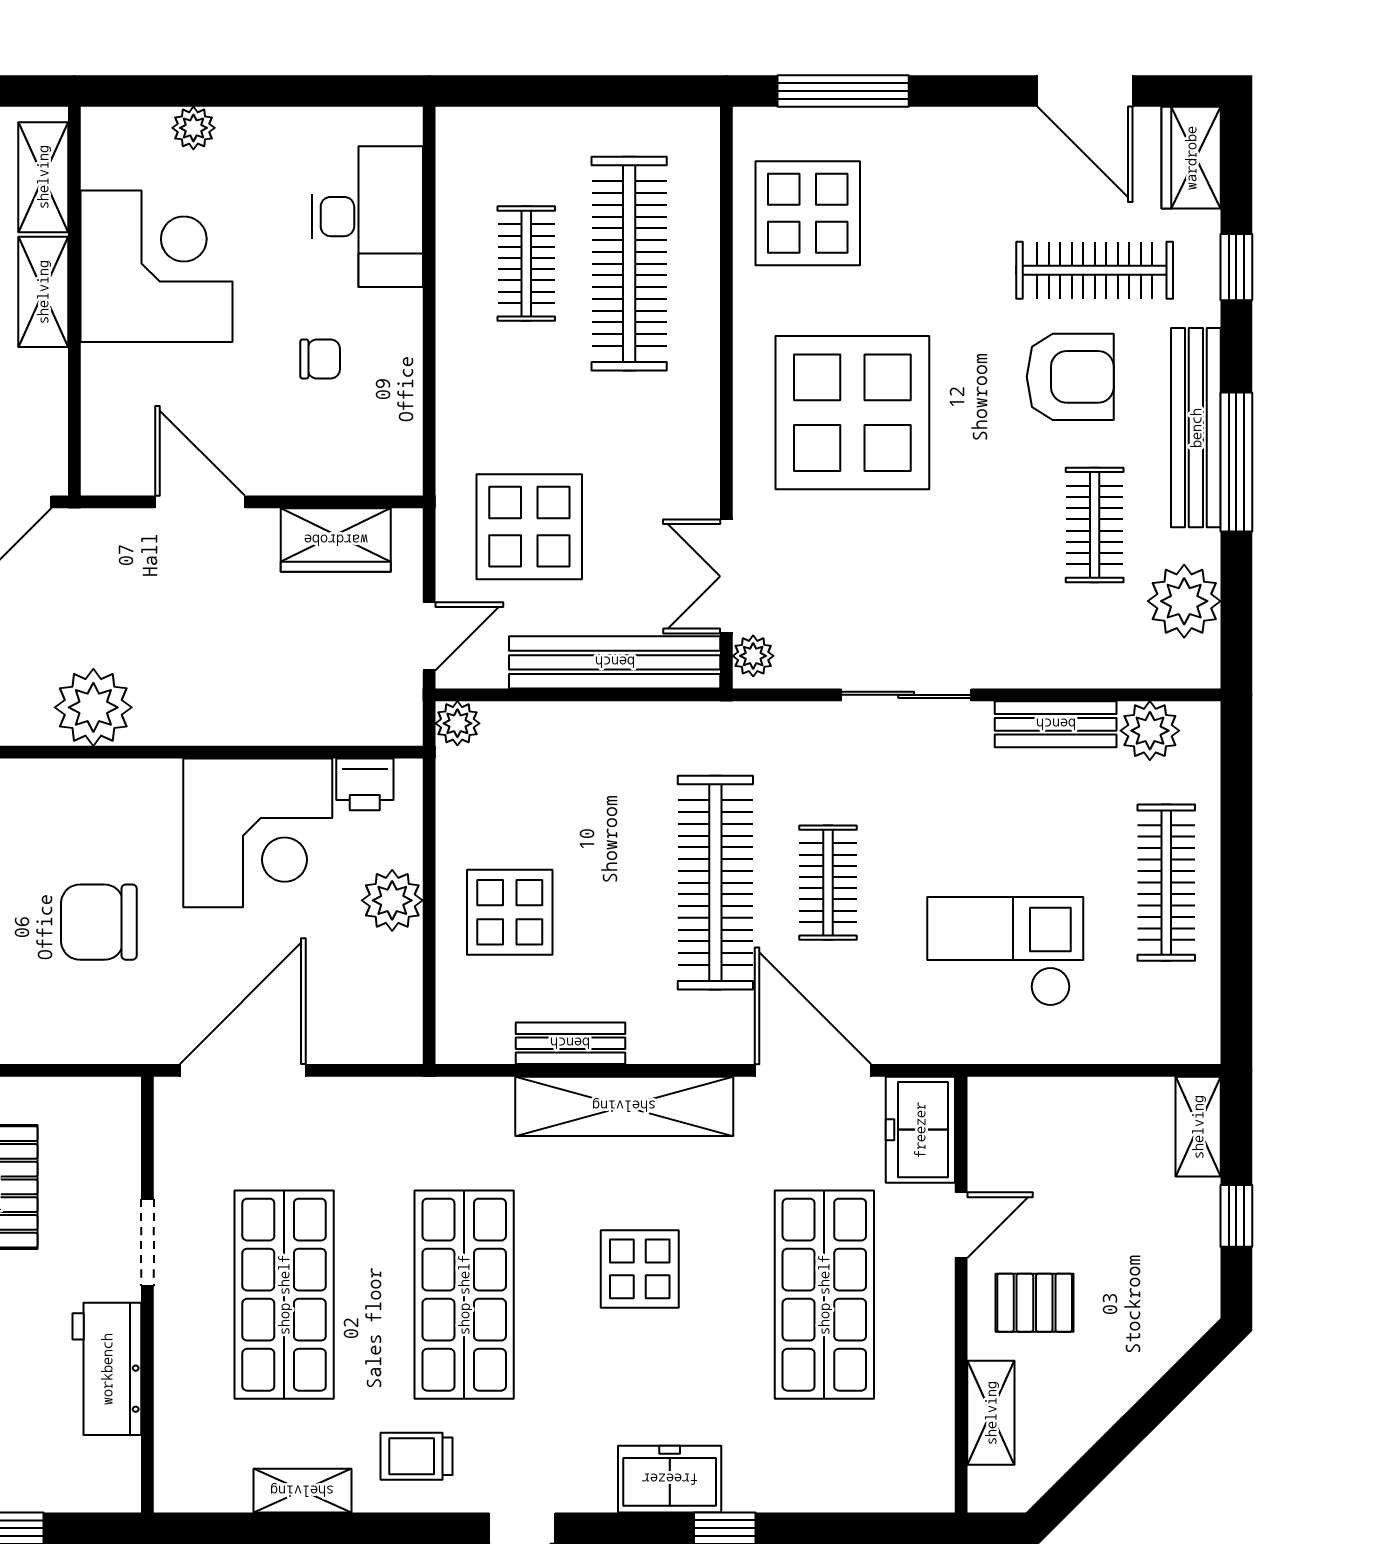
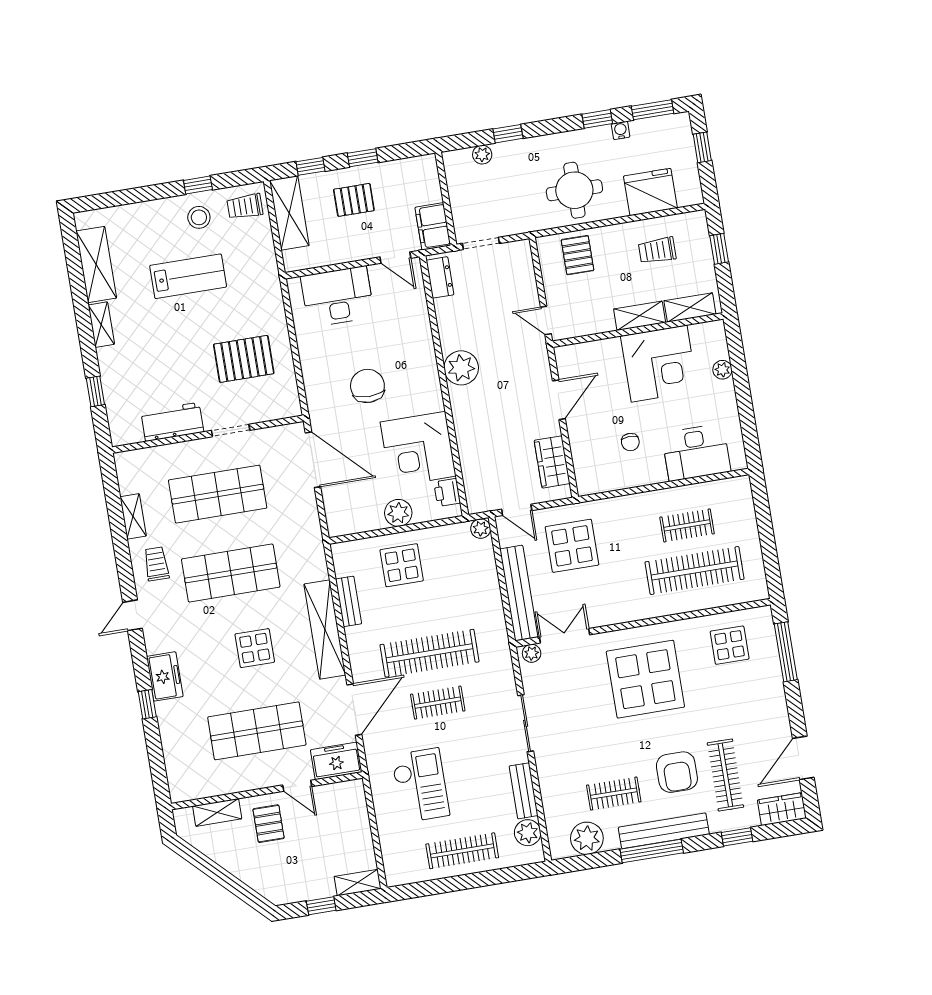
display table: (808, 213) -> (730, 645), width x0.73, depth x0.73

